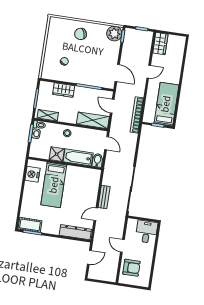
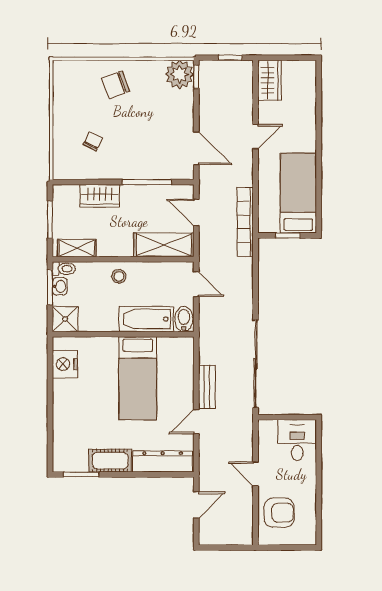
shower: (57, 154) -> (65, 319), moved
bed: (54, 185) -> (138, 378), moved
cot: (30, 225) -> (110, 461), moved

